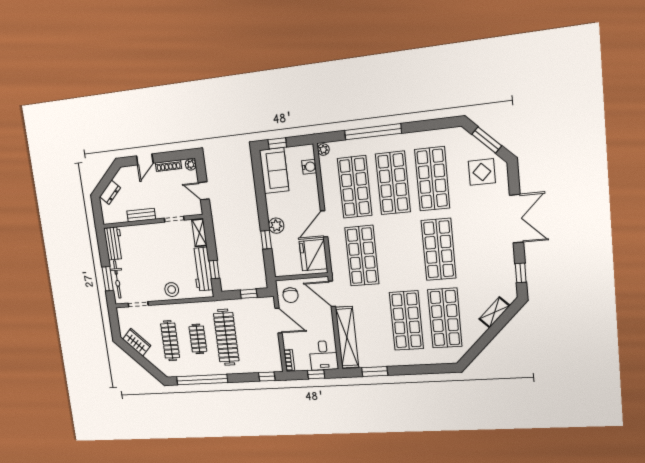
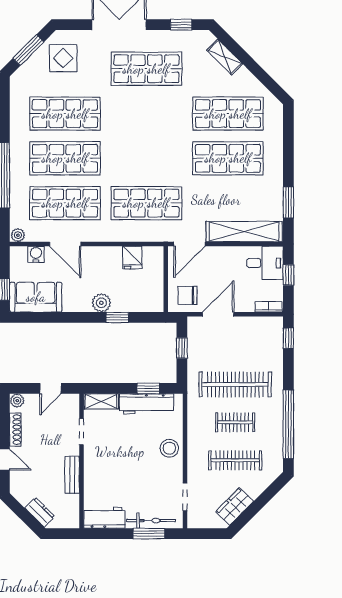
door: (324, 224) -> (65, 244), moved
shop shelf: (439, 249) -> (146, 69), moved
fridge: (313, 255) -> (132, 258), width x0.53, depth x0.75
chair: (290, 295) -> (187, 295), turned 180

